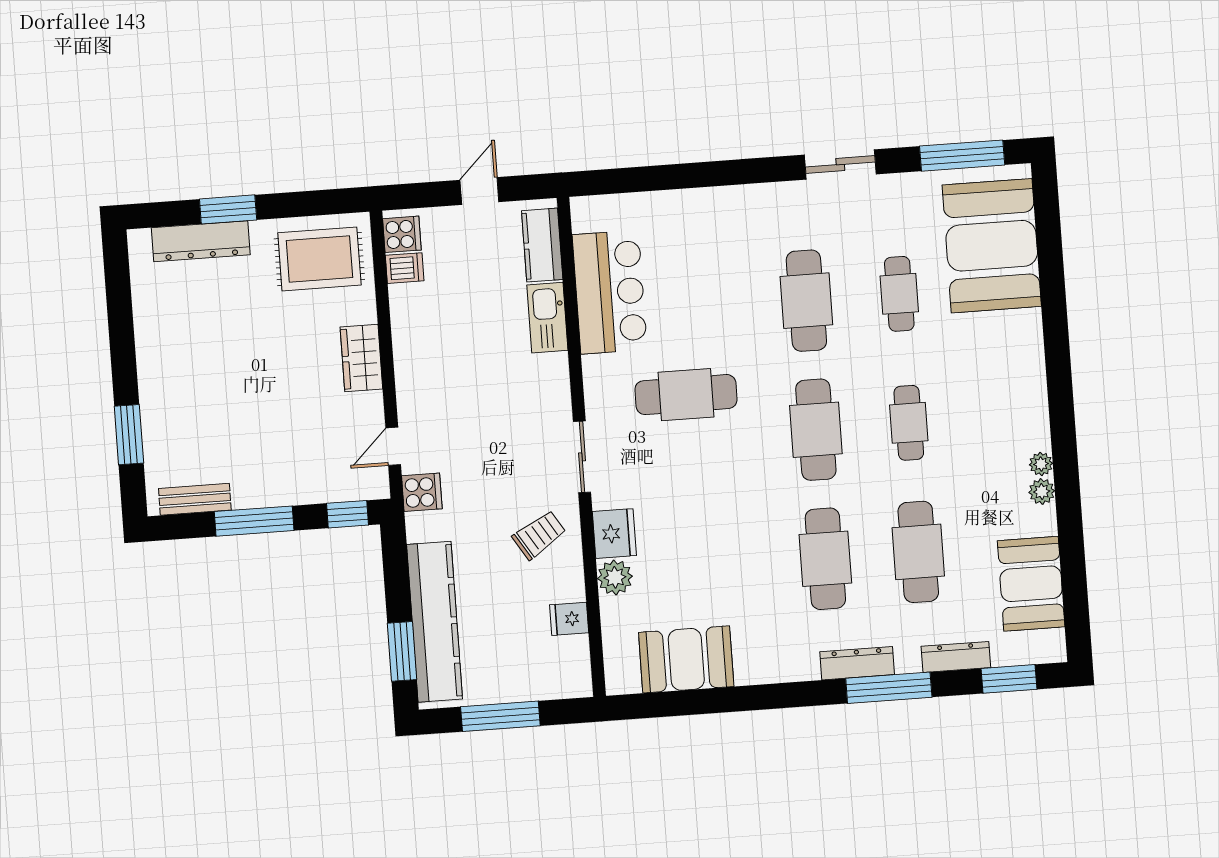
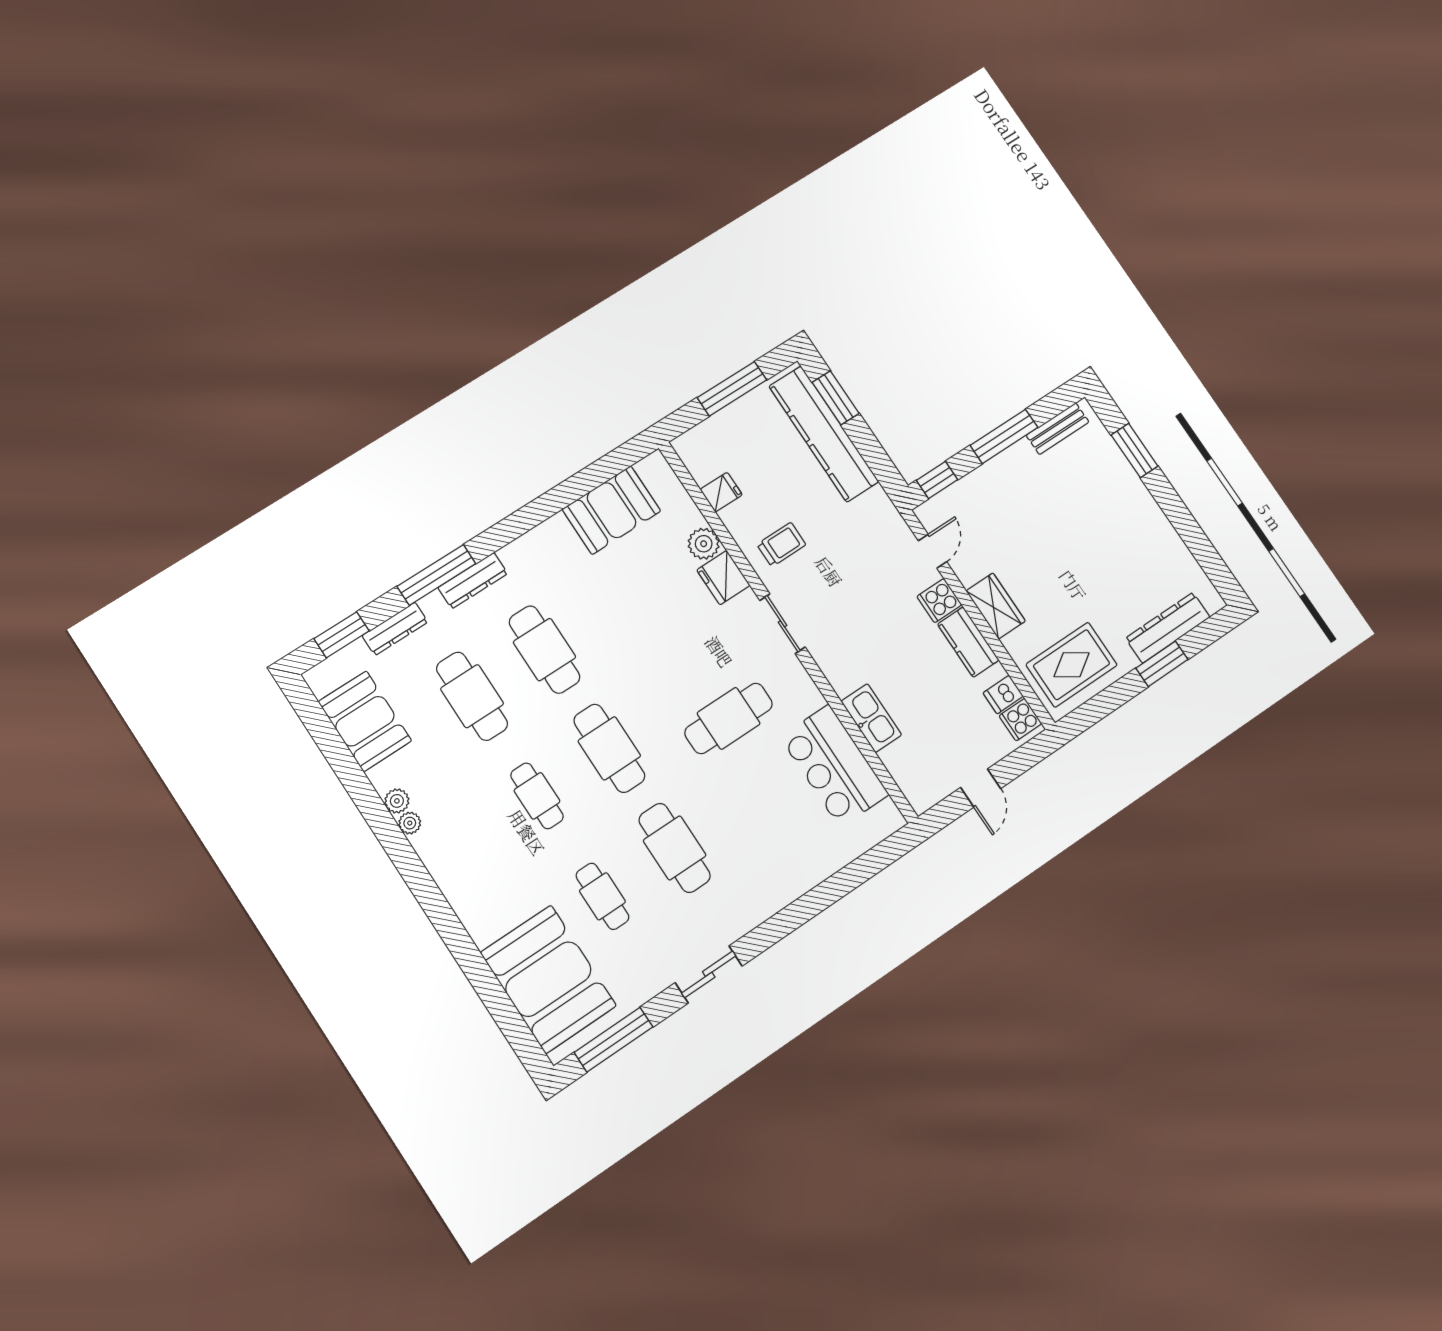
kitchen counter: (542, 245) -> (968, 642), moved, turned 180
cooker: (422, 492) -> (939, 601), moved
trolley: (539, 535) -> (781, 544), turned -148

